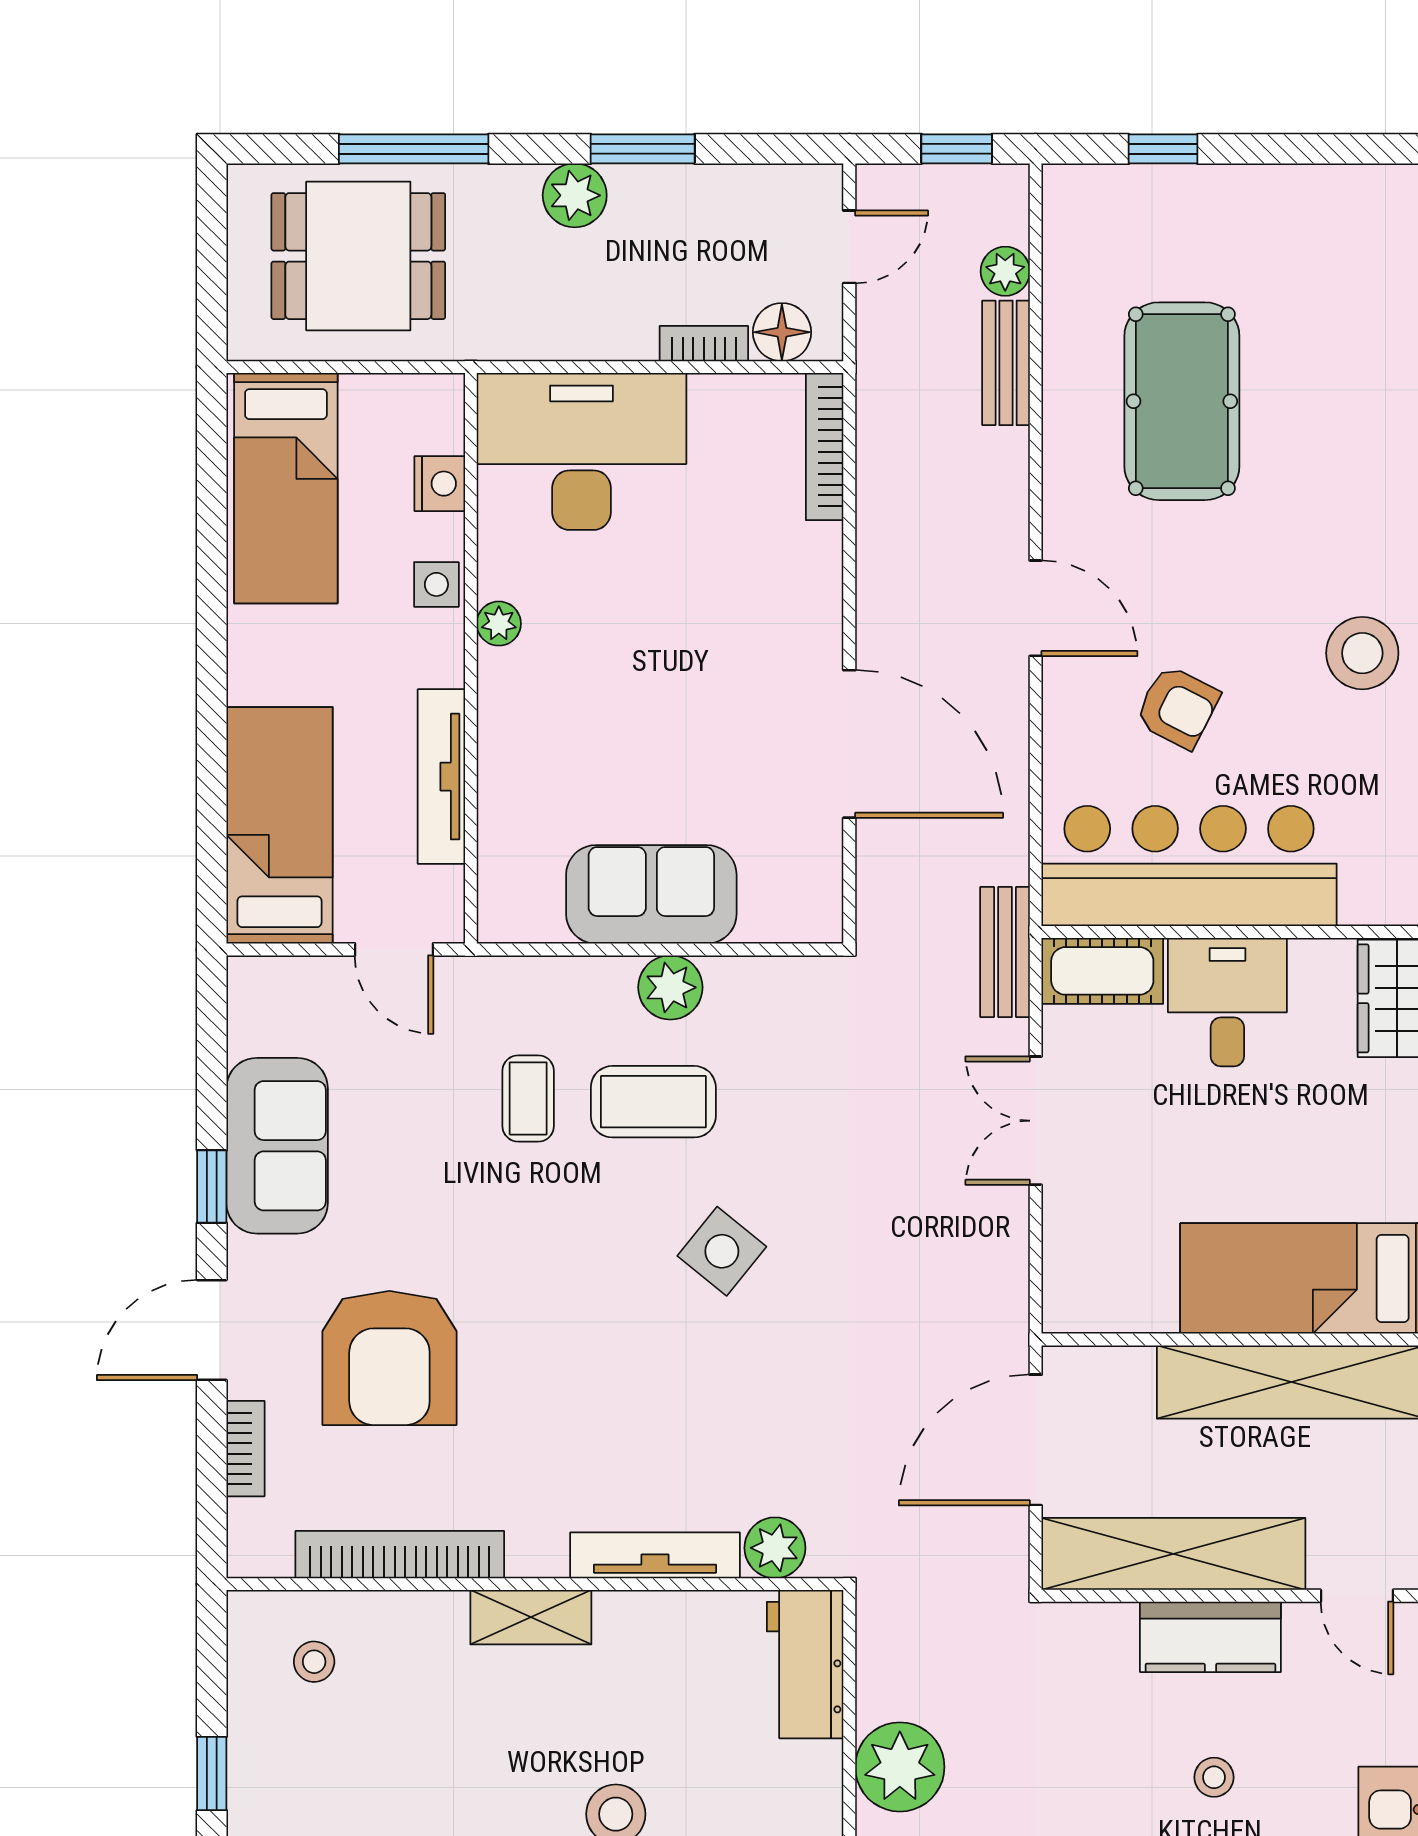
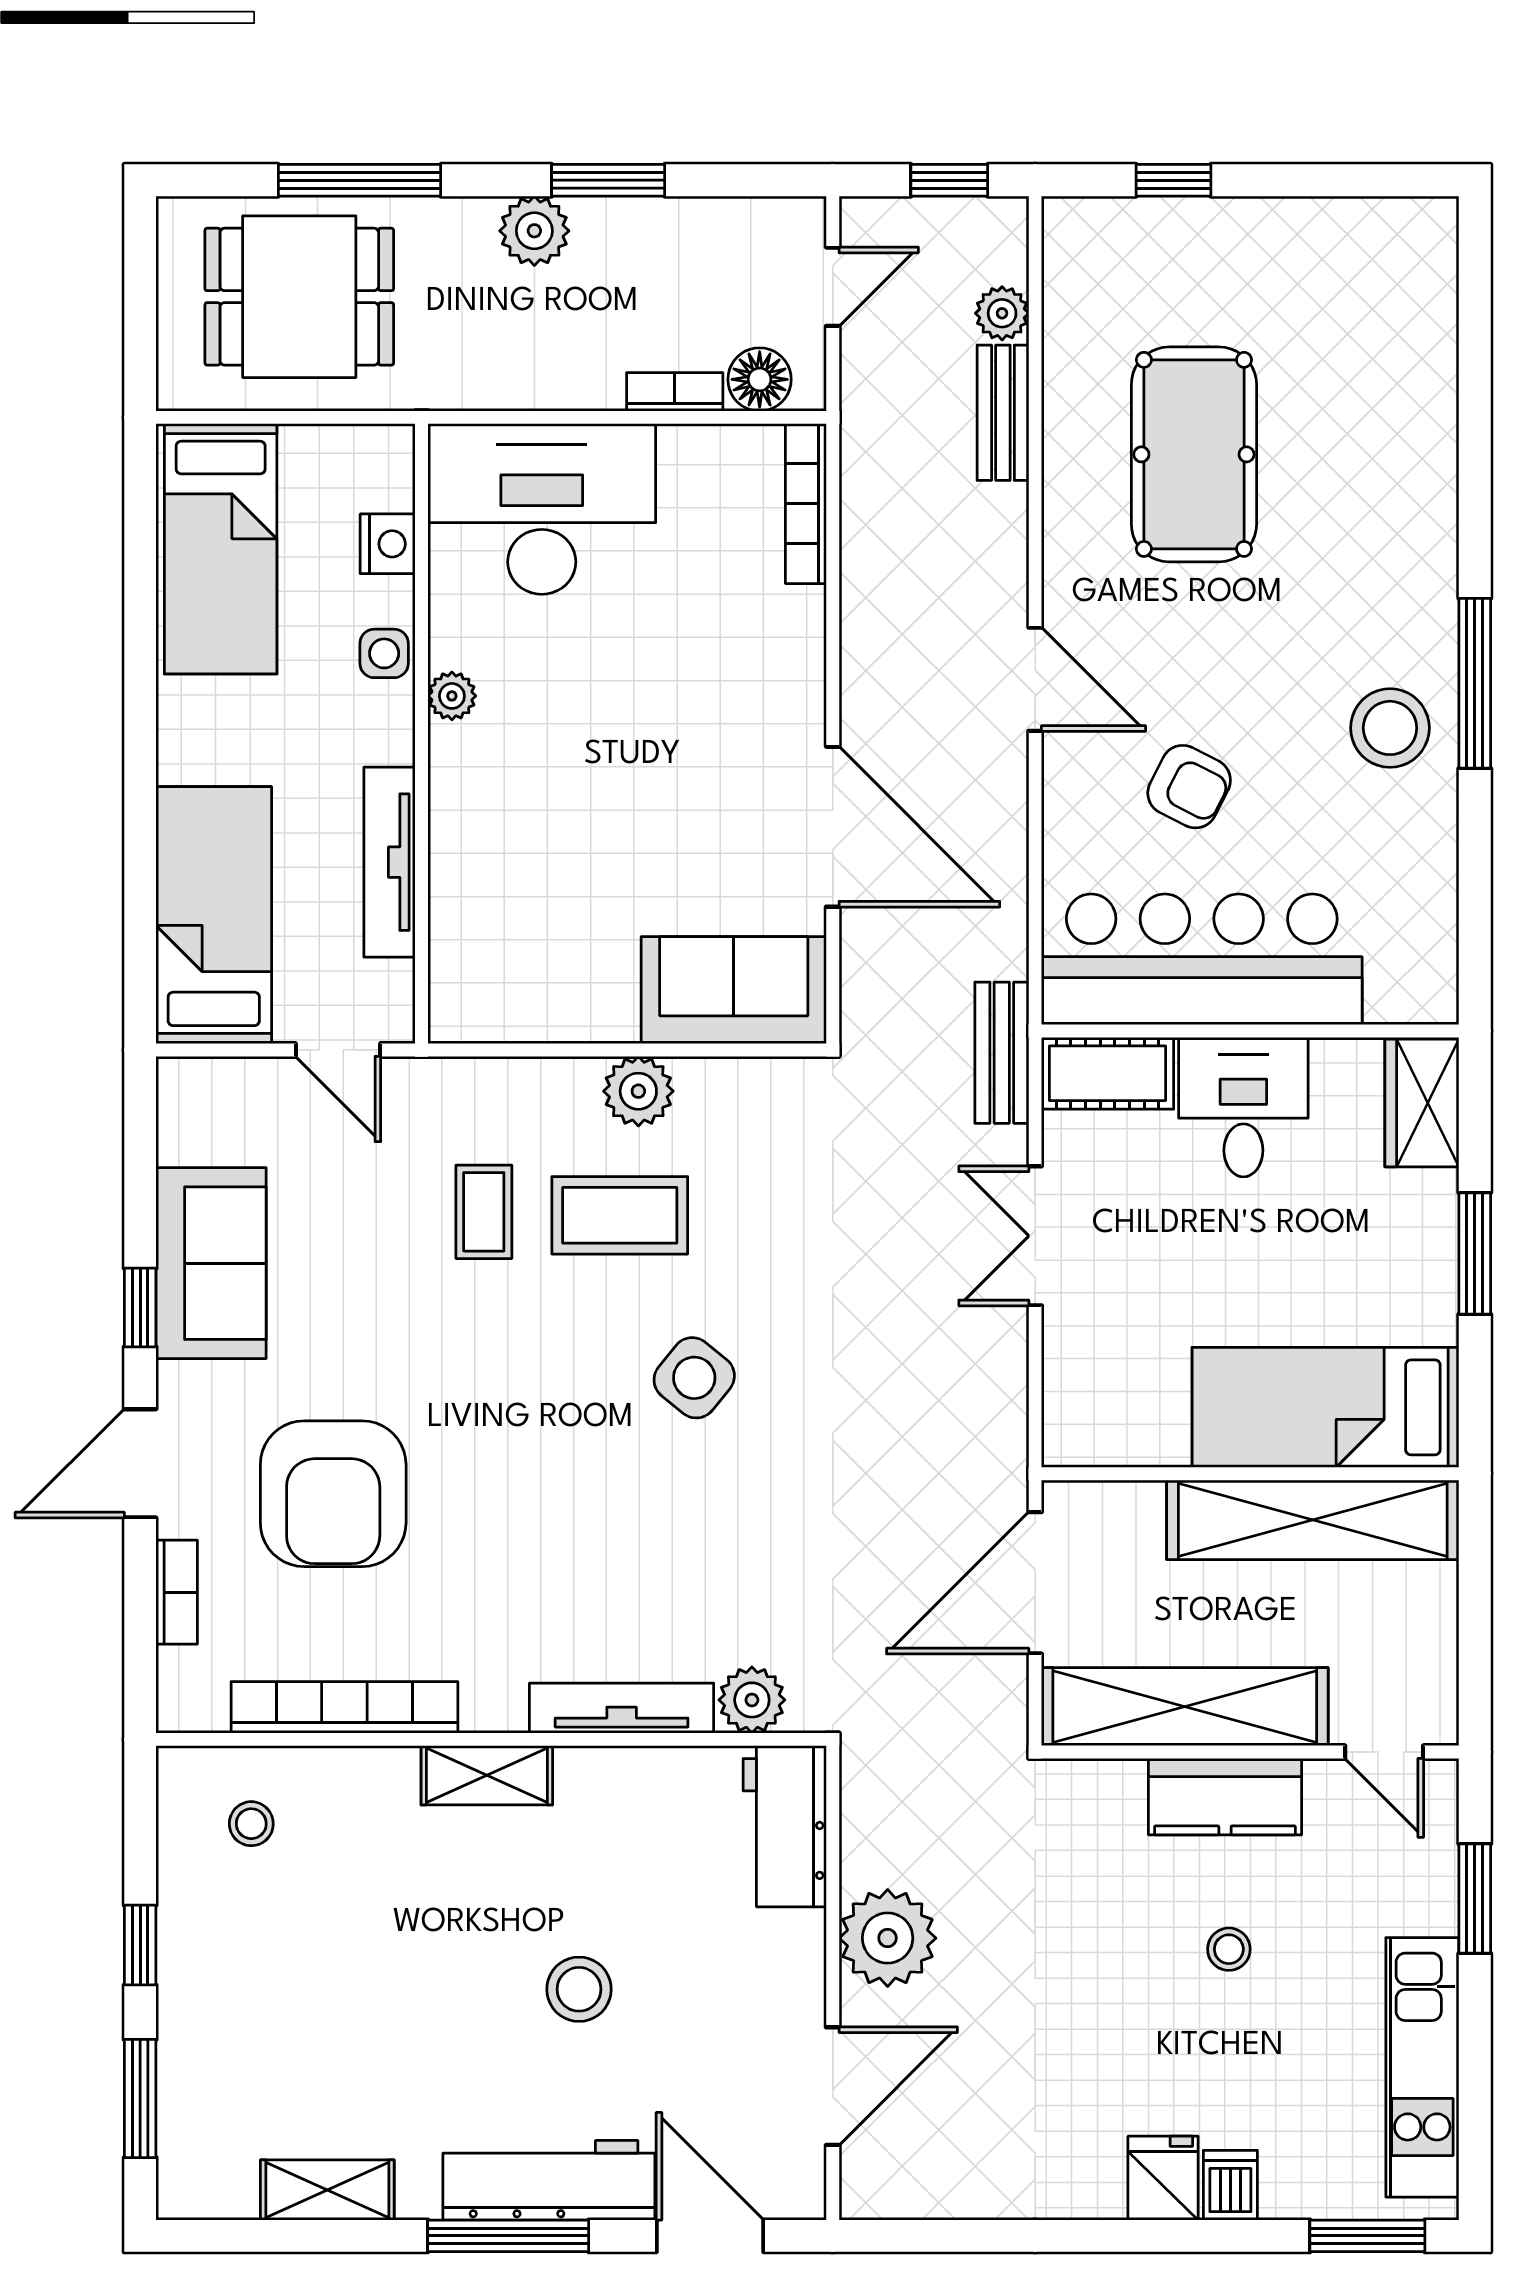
sofa: (651, 894) -> (734, 990), moved

